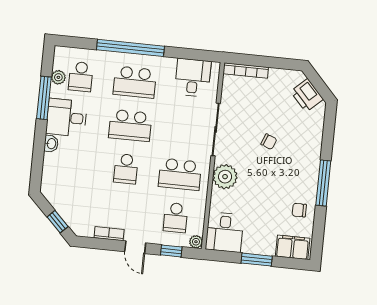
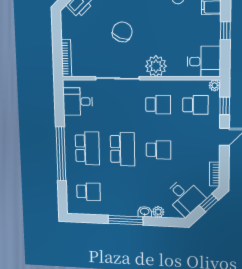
plant: (58, 77) -> (158, 212), moved
window: (44, 98) -> (125, 220), moved
desk: (67, 118) -> (185, 197), moved, turned -45
chair: (269, 142) -> (122, 32), width x1.87, depth x1.87
school desk: (180, 174) -> (158, 105), width x0.54
bookcase: (109, 234) -> (215, 174), moved
window: (257, 260) -> (225, 31), width x0.67

